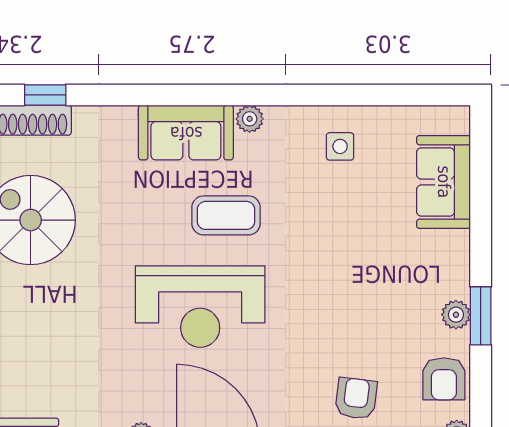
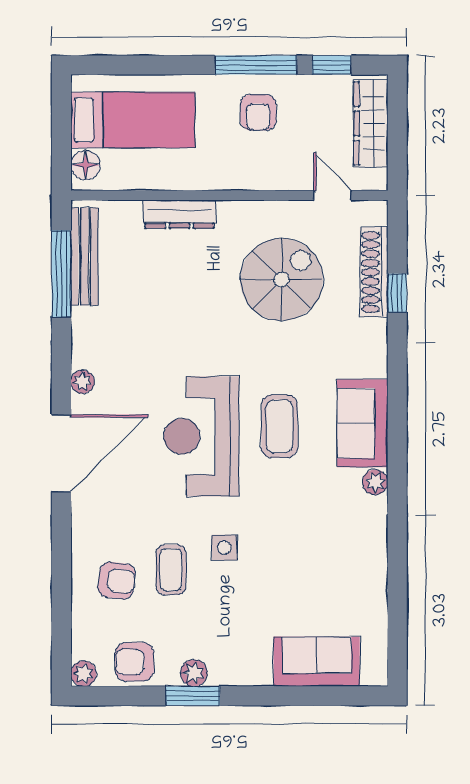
side table: (340, 146) -> (224, 547), moved
coffee table: (226, 215) -> (280, 426), moved
coffee table: (344, 340) -> (171, 570), added

